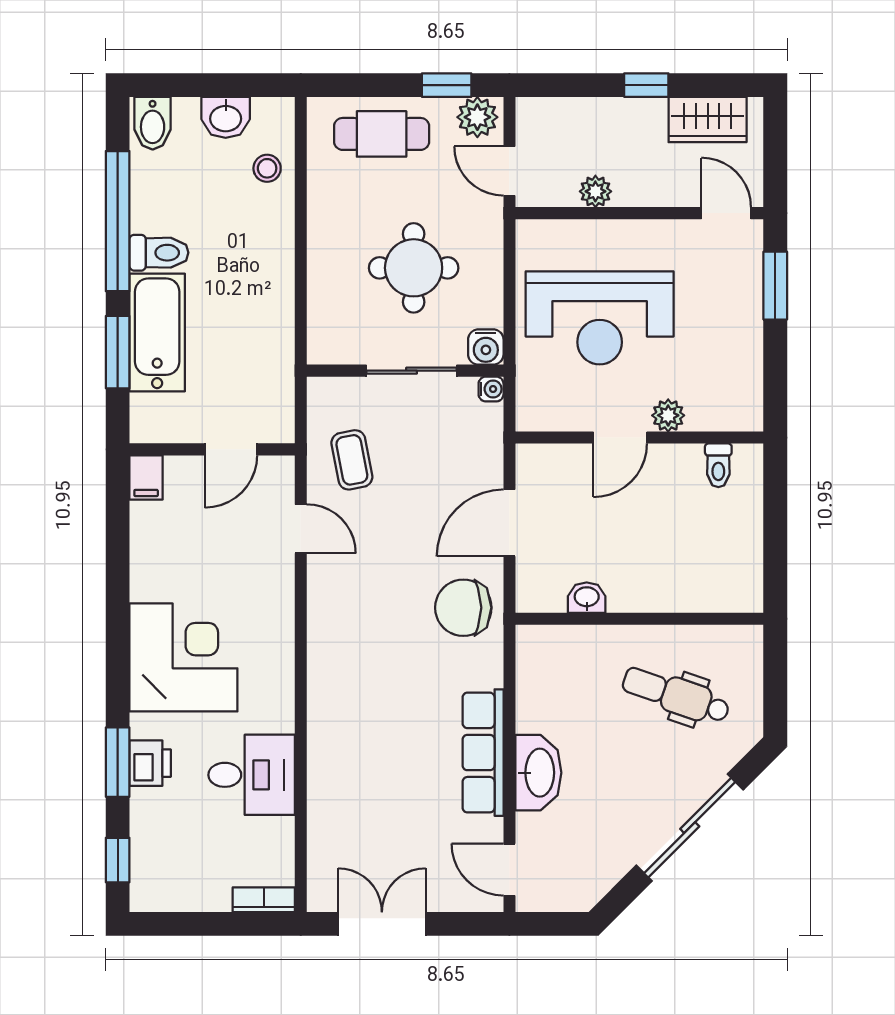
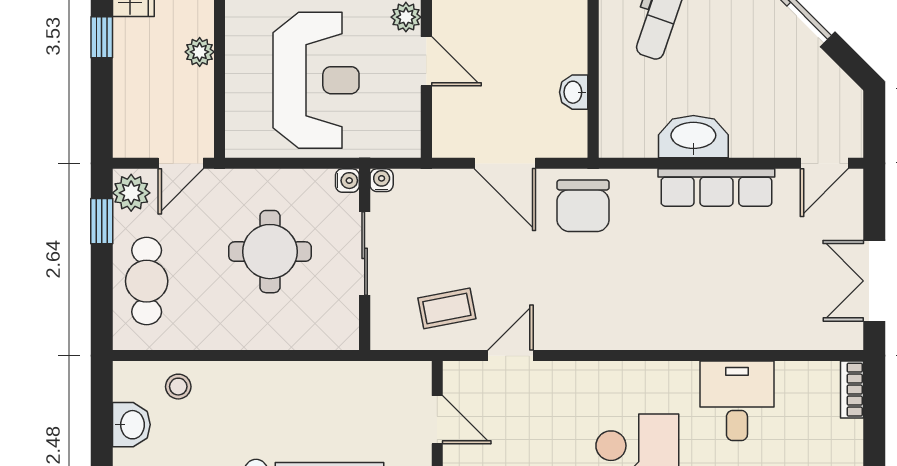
plant: (595, 191) -> (200, 52), moved
water cooler: (486, 347) -> (347, 181), width x0.72, depth x0.72
washbasin: (538, 773) -> (693, 137), moved

